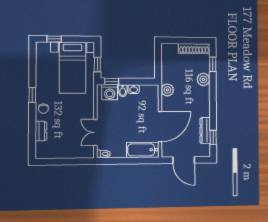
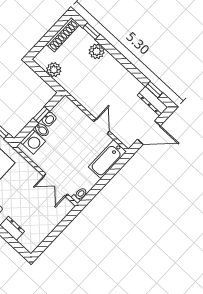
window: (112, 81) -> (41, 115), moved
plant: (167, 90) -> (54, 70), moved
door: (160, 127) -> (102, 126), width x0.53
dresser: (205, 131) -> (153, 101), moved

